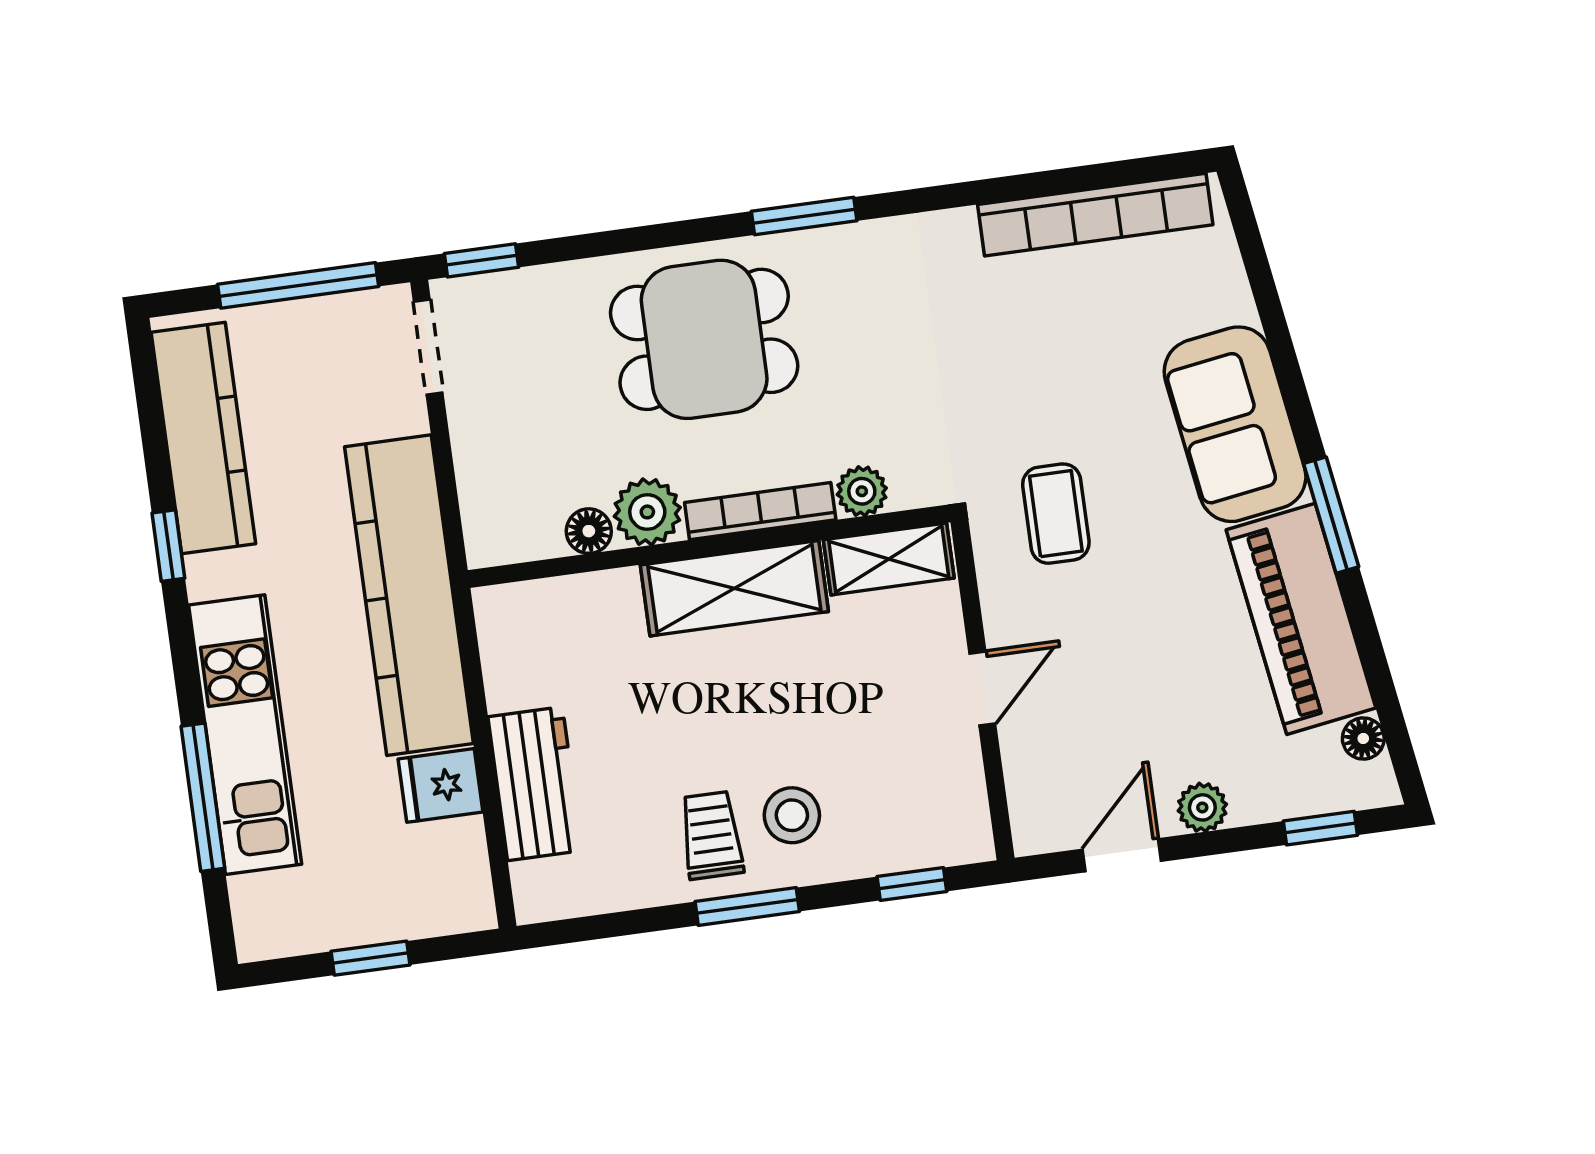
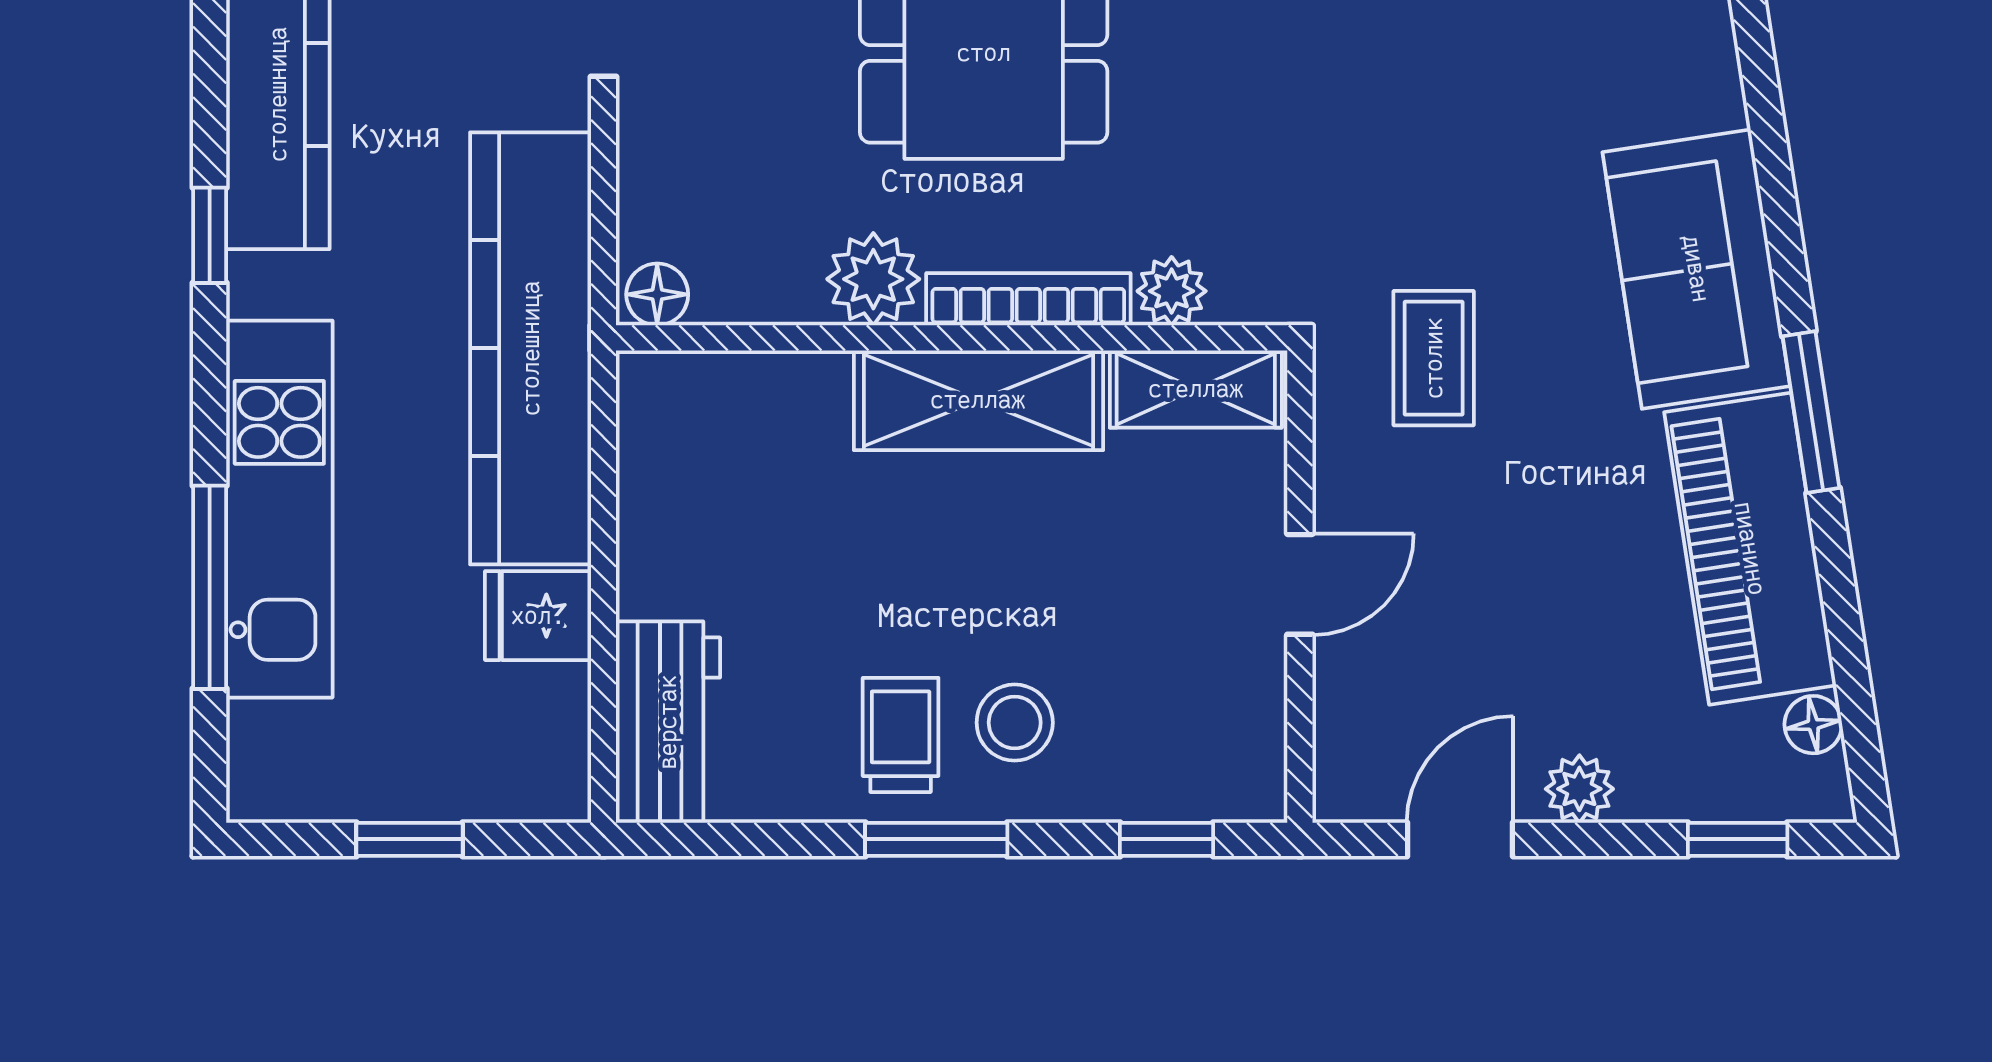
floor lamp: (589, 531) -> (657, 294), moved
workbench: (535, 784) -> (668, 722), moved

